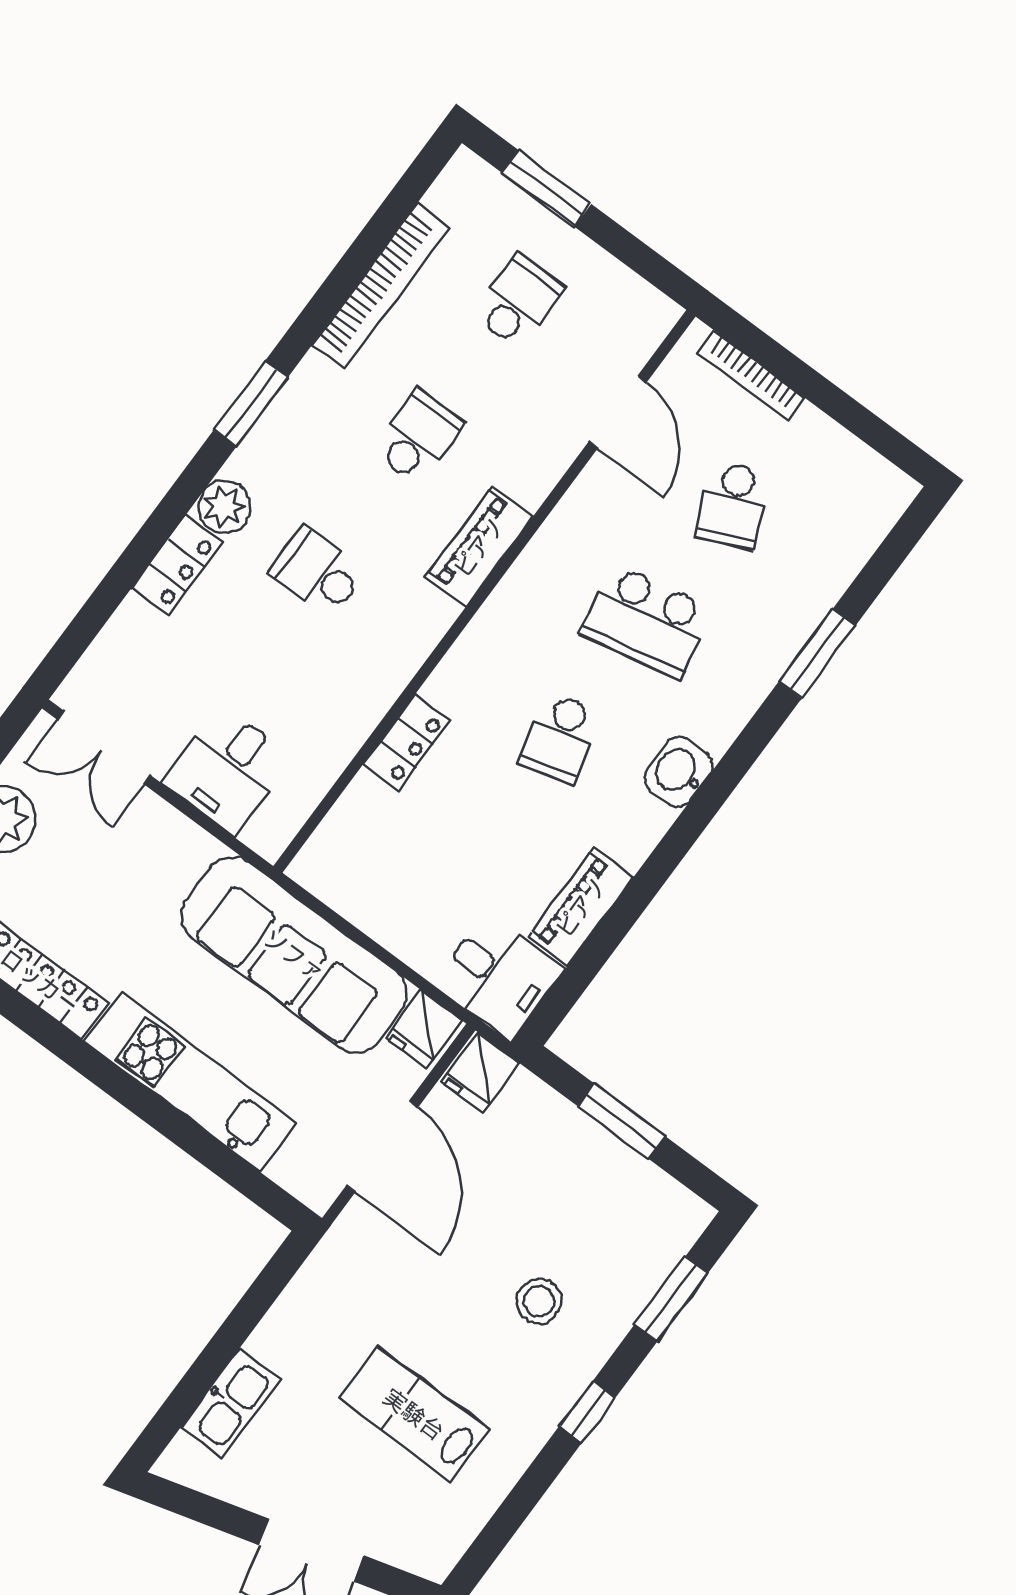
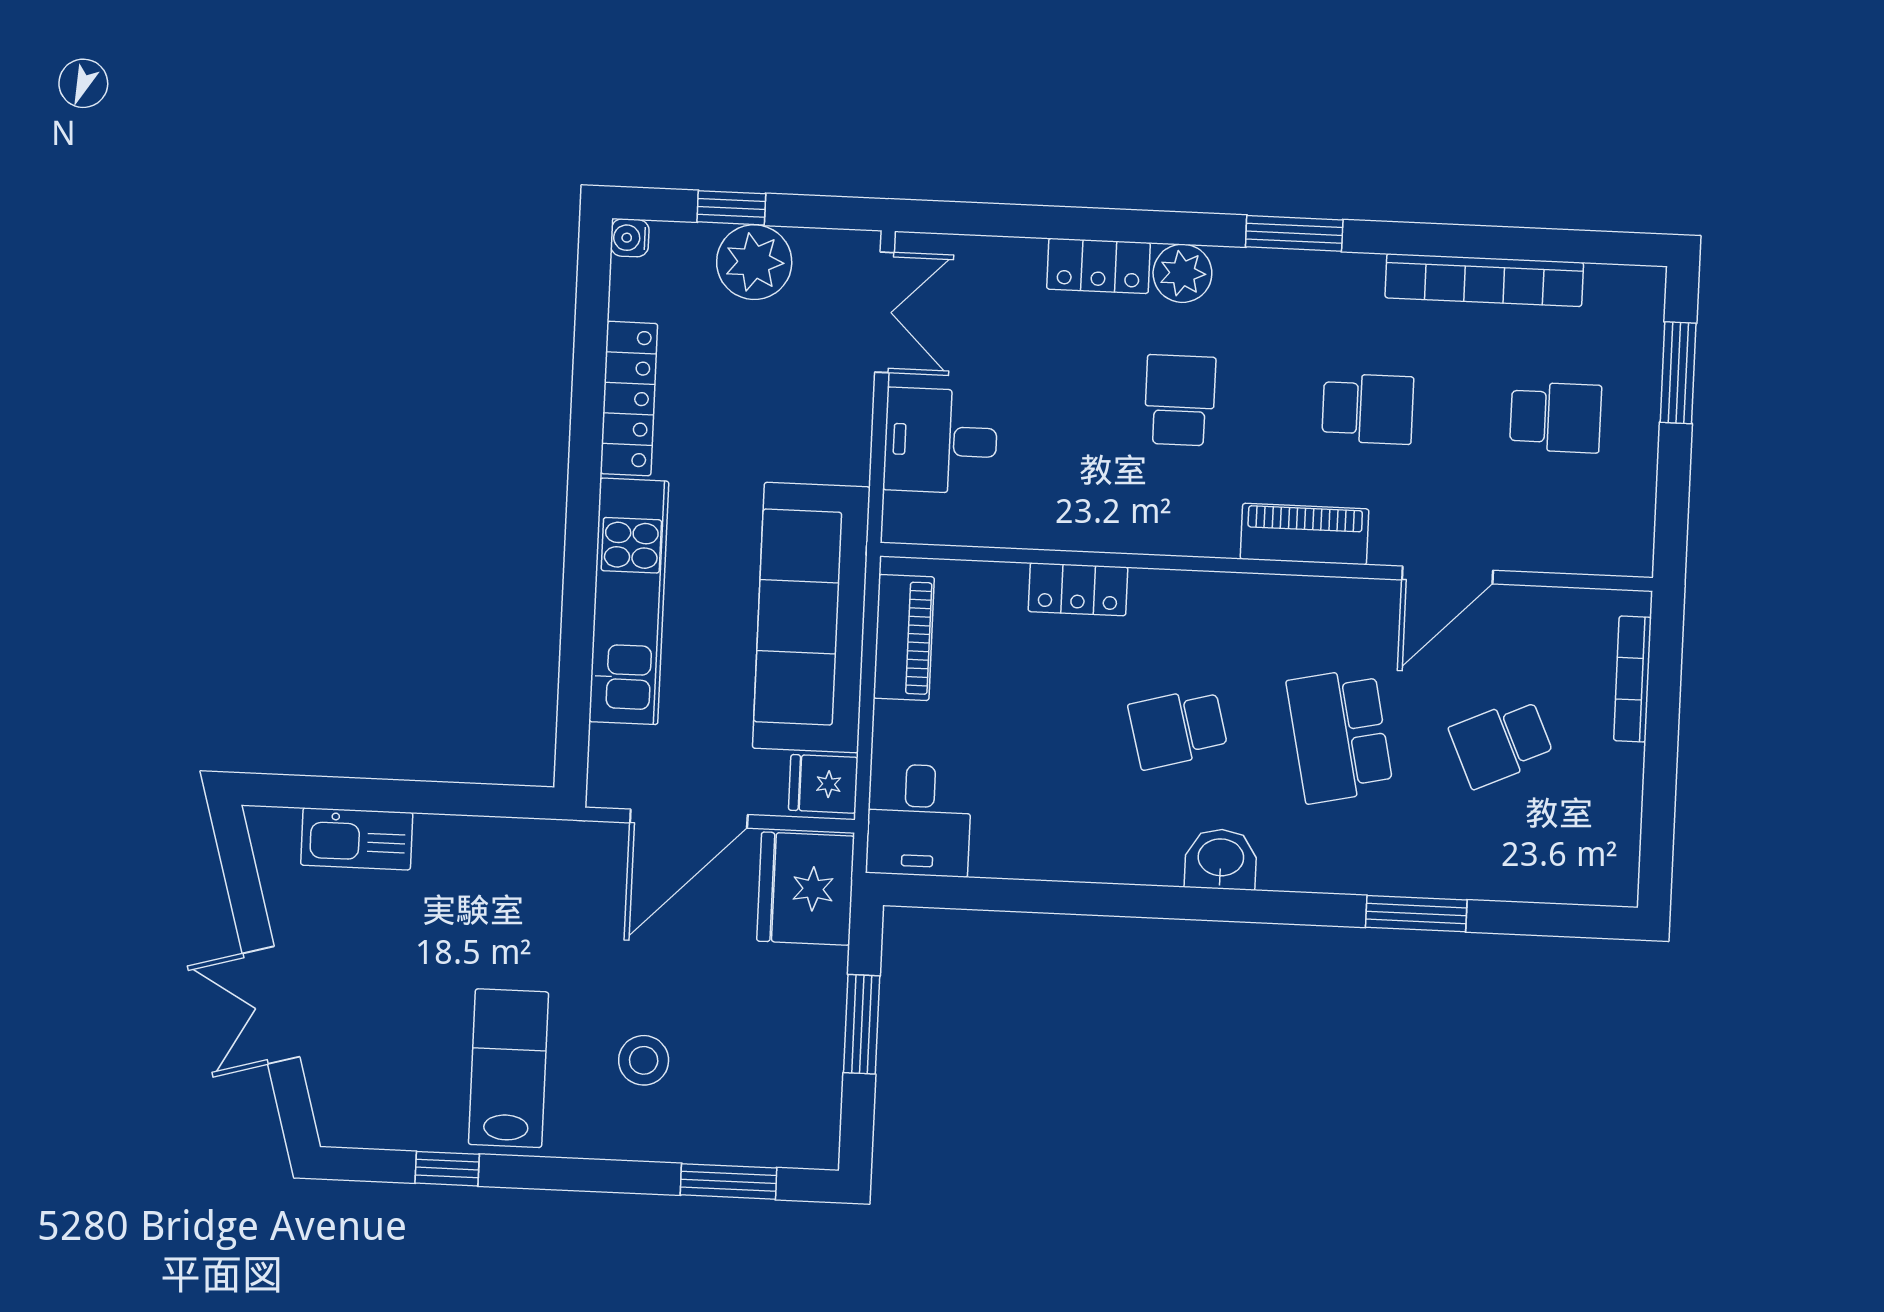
door: (618, 412) -> (1447, 575), moved
double door: (104, 748) -> (884, 312), swing flipped
piano: (581, 907) -> (904, 637), moved, turned 90
fridge: (480, 1073) -> (806, 889), width x1.88, depth x1.34
window: (588, 1412) -> (447, 1169), moved
lab bench: (414, 1414) -> (508, 1068), moved

